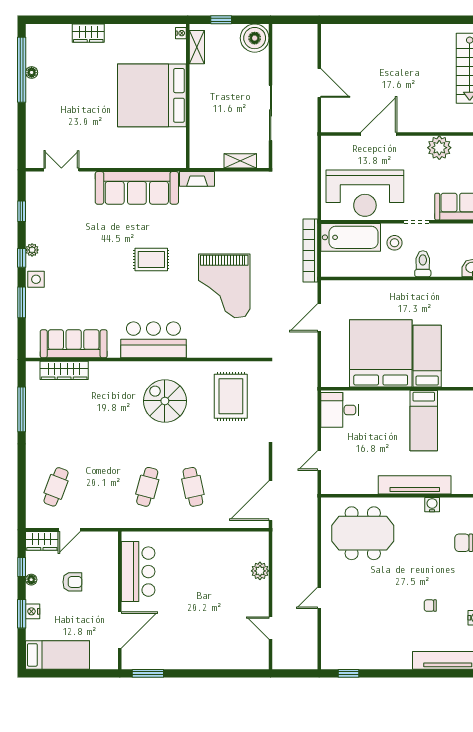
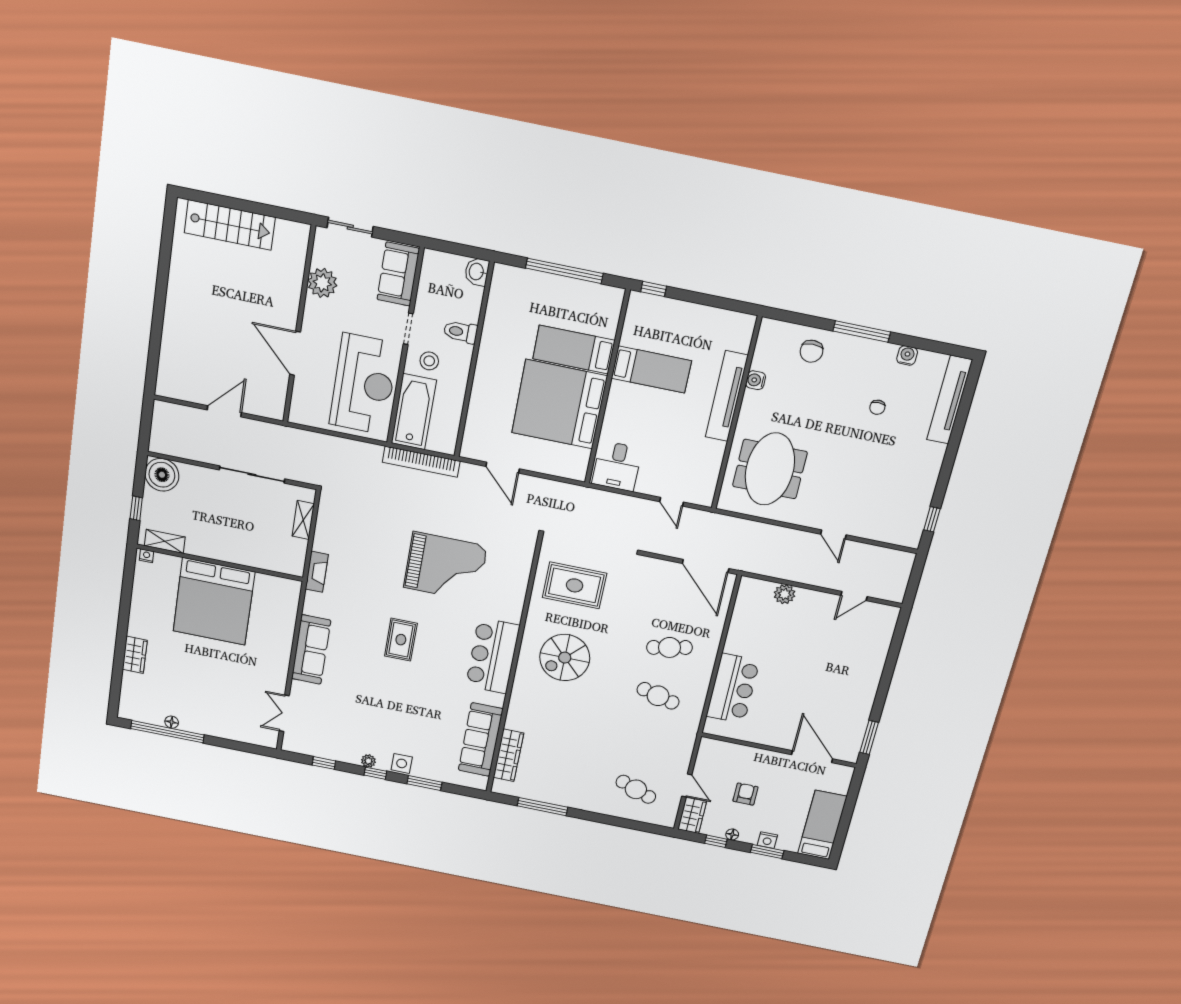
sofa: (137, 188) -> (311, 650), width x0.74, depth x0.79
bar counter: (138, 572) -> (733, 689), moved, turned 90

